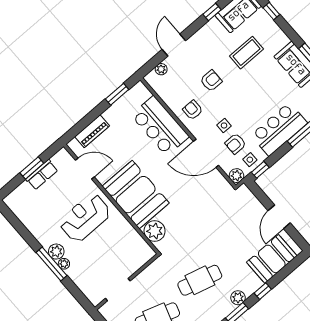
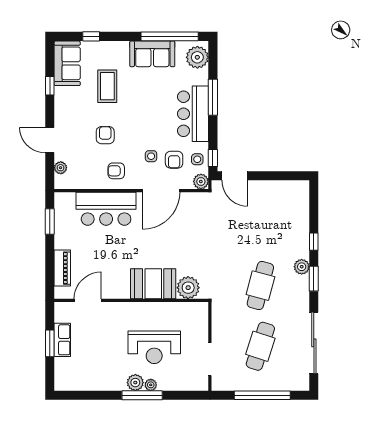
booth: (136, 195) -> (153, 284), width x0.73, depth x0.70
door: (279, 217) -> (235, 176), moved
reception desk: (85, 218) -> (154, 347), moved, turned -90
booth: (272, 259) -> (294, 212), removed

